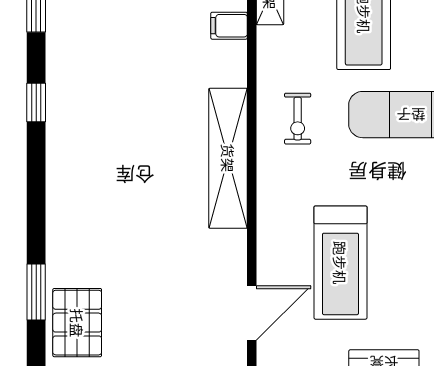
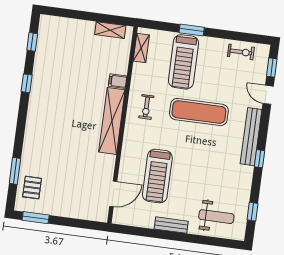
filing cabinet: (229, 26) -> (118, 81), moved
pallet: (77, 323) -> (32, 188), width x0.67, depth x0.71

